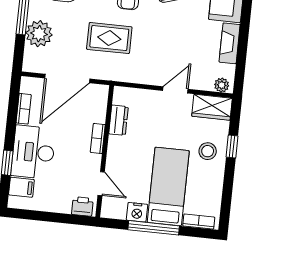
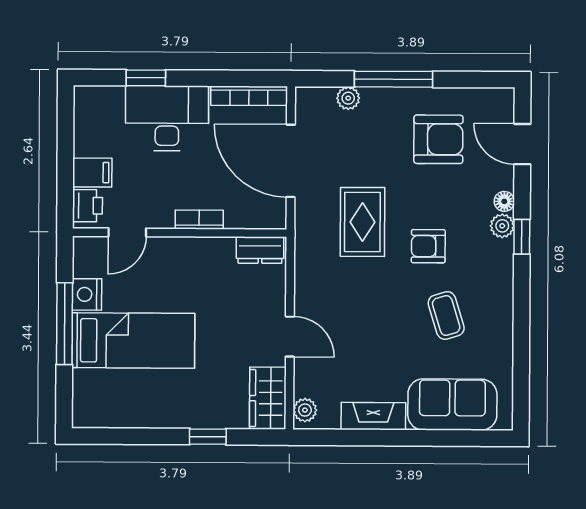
plant: (39, 34) -> (348, 98), width x0.53, depth x0.53
bookcase: (24, 109) -> (249, 96), width x1.56
dresser: (118, 120) -> (260, 250), moved
stool: (208, 151) -> (196, 398), removed
filing cabinet: (21, 187) -> (92, 173), moved, turned -90
bookcase: (199, 222) -> (82, 395), removed

